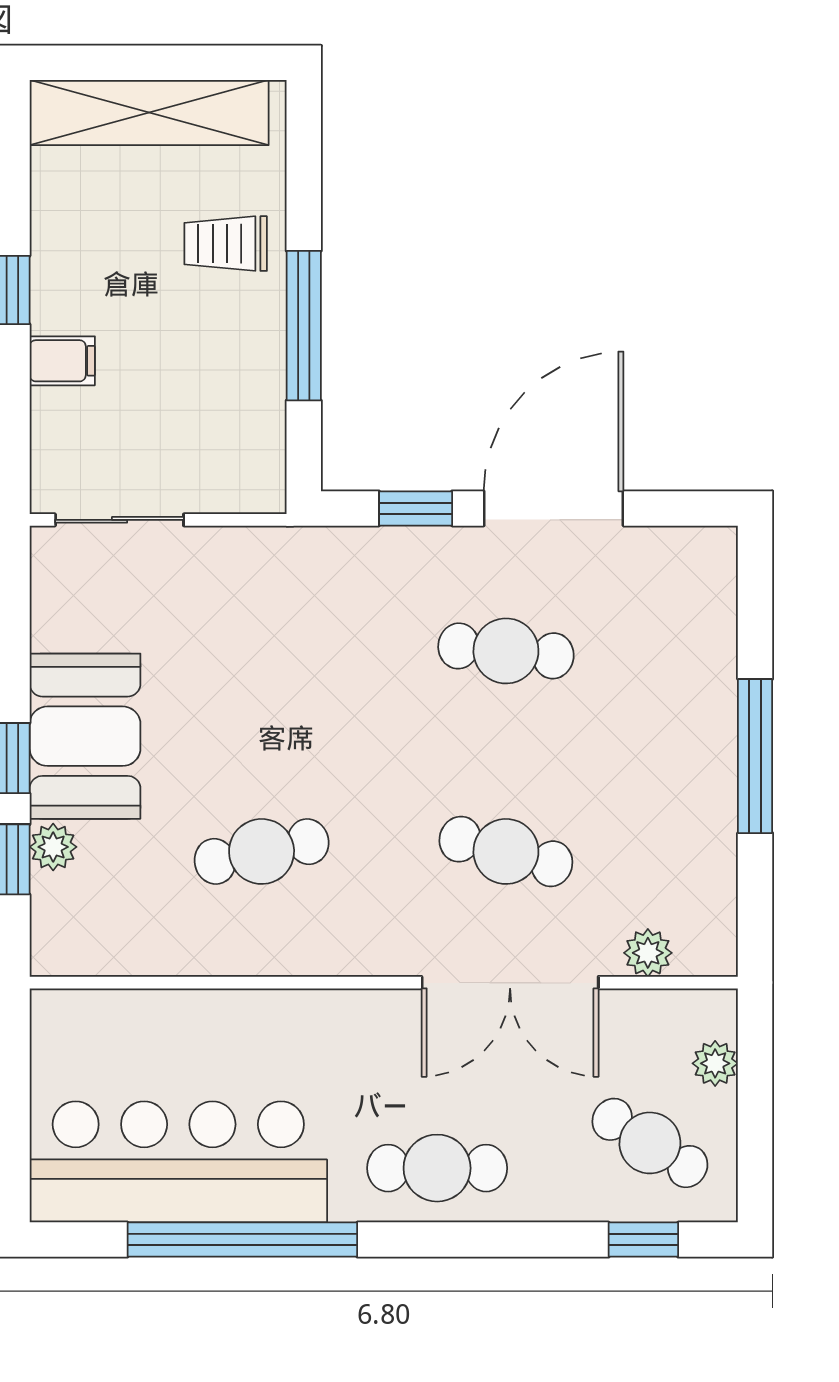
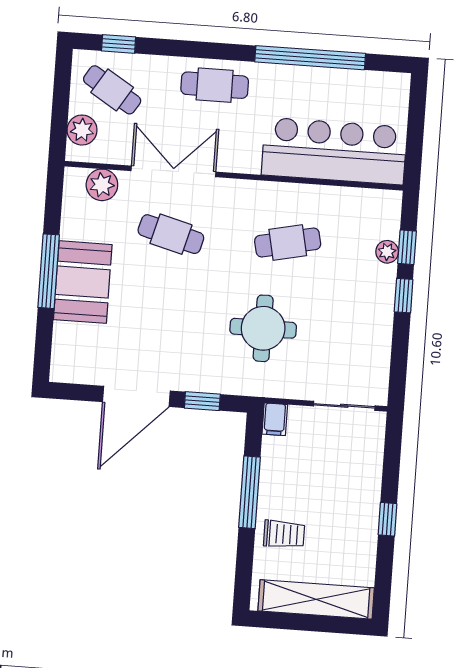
filing cabinet: (62, 361) -> (275, 419), moved, turned -90
cafe table: (506, 651) -> (164, 330), removed
round table: (300, 669) -> (263, 328), added
booth: (85, 736) -> (83, 282), moved
plant: (648, 953) -> (102, 185), width x1.38, depth x1.38
plant: (715, 1063) -> (82, 130), width x1.38, depth x1.38
bar counter: (178, 1162) -> (334, 151), moved, turned 180

